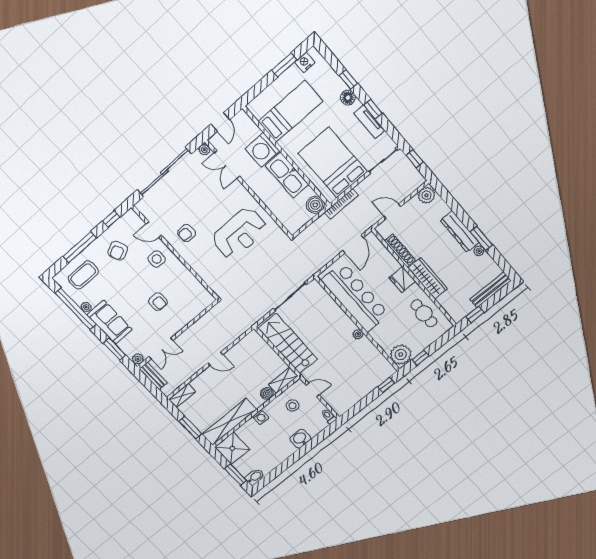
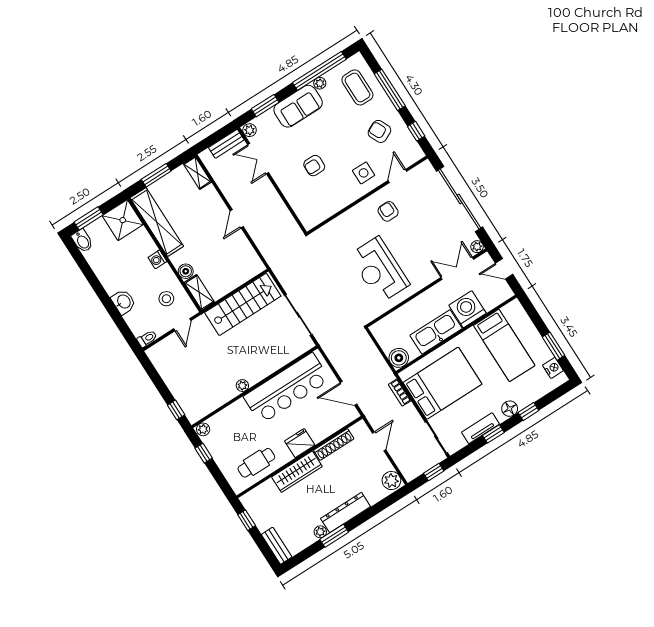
bookcase: (341, 204) -> (400, 393), width x0.64
bench: (490, 290) -> (277, 546), width x0.73
plant: (401, 355) -> (203, 429), width x0.53, depth x0.53

